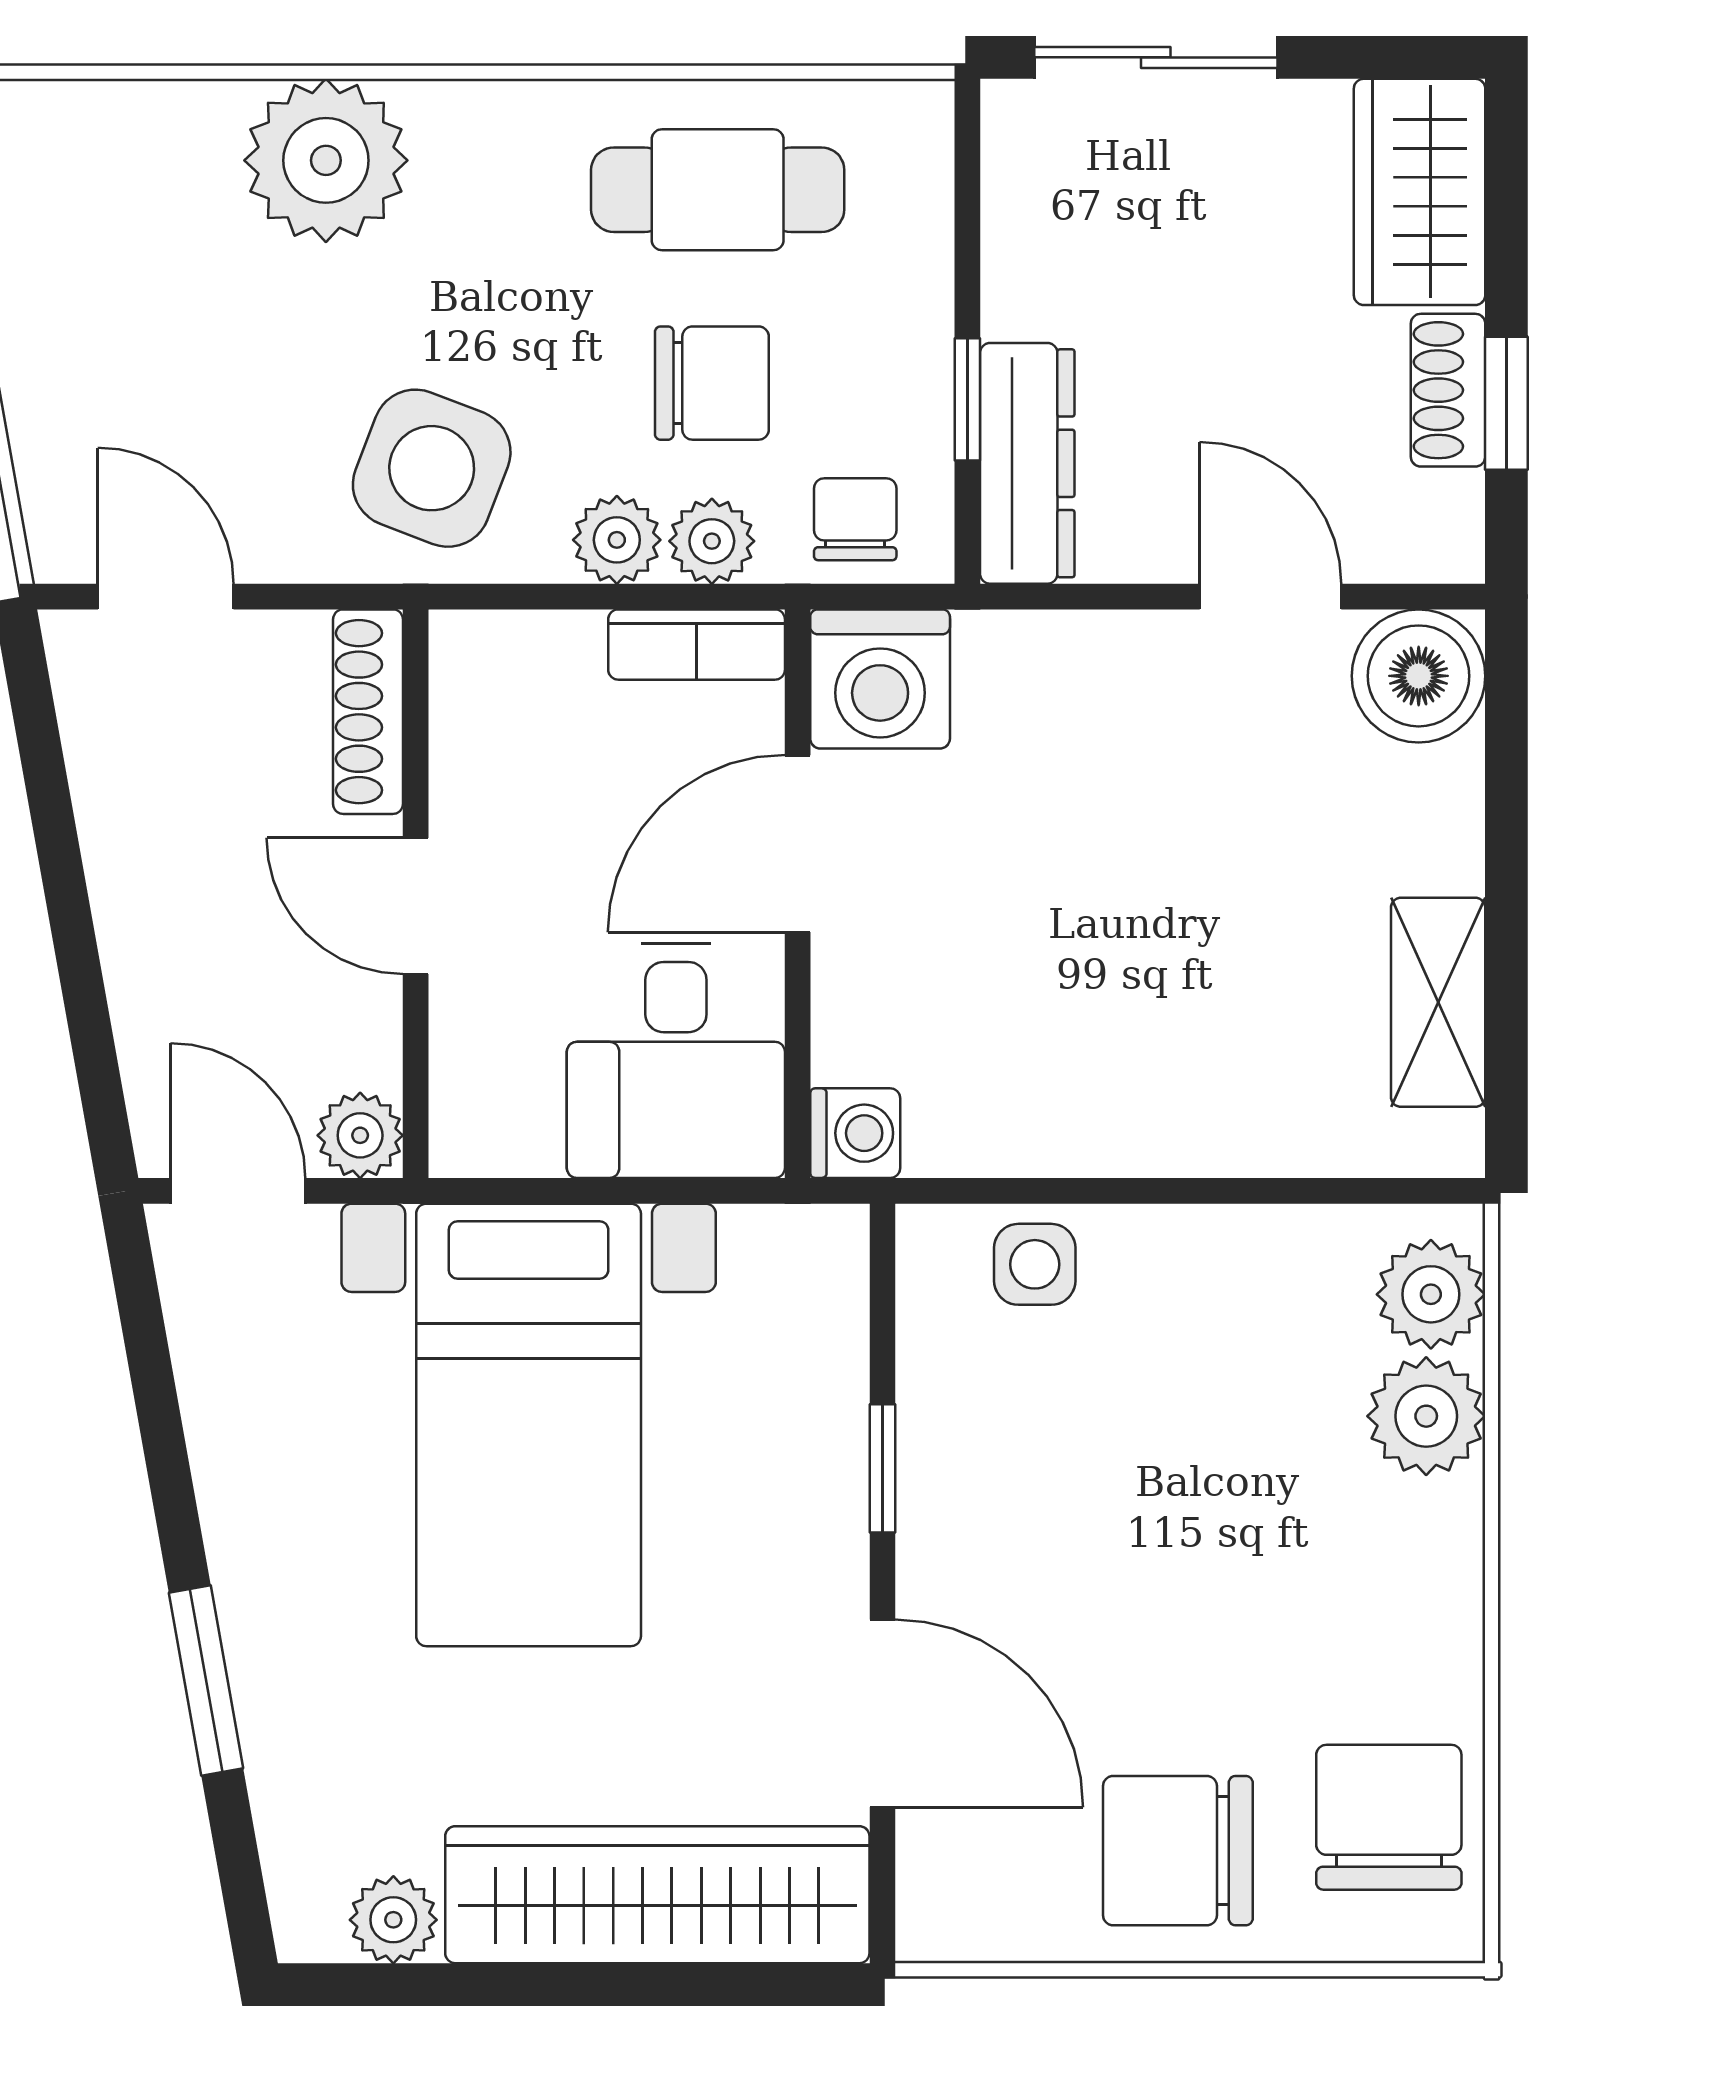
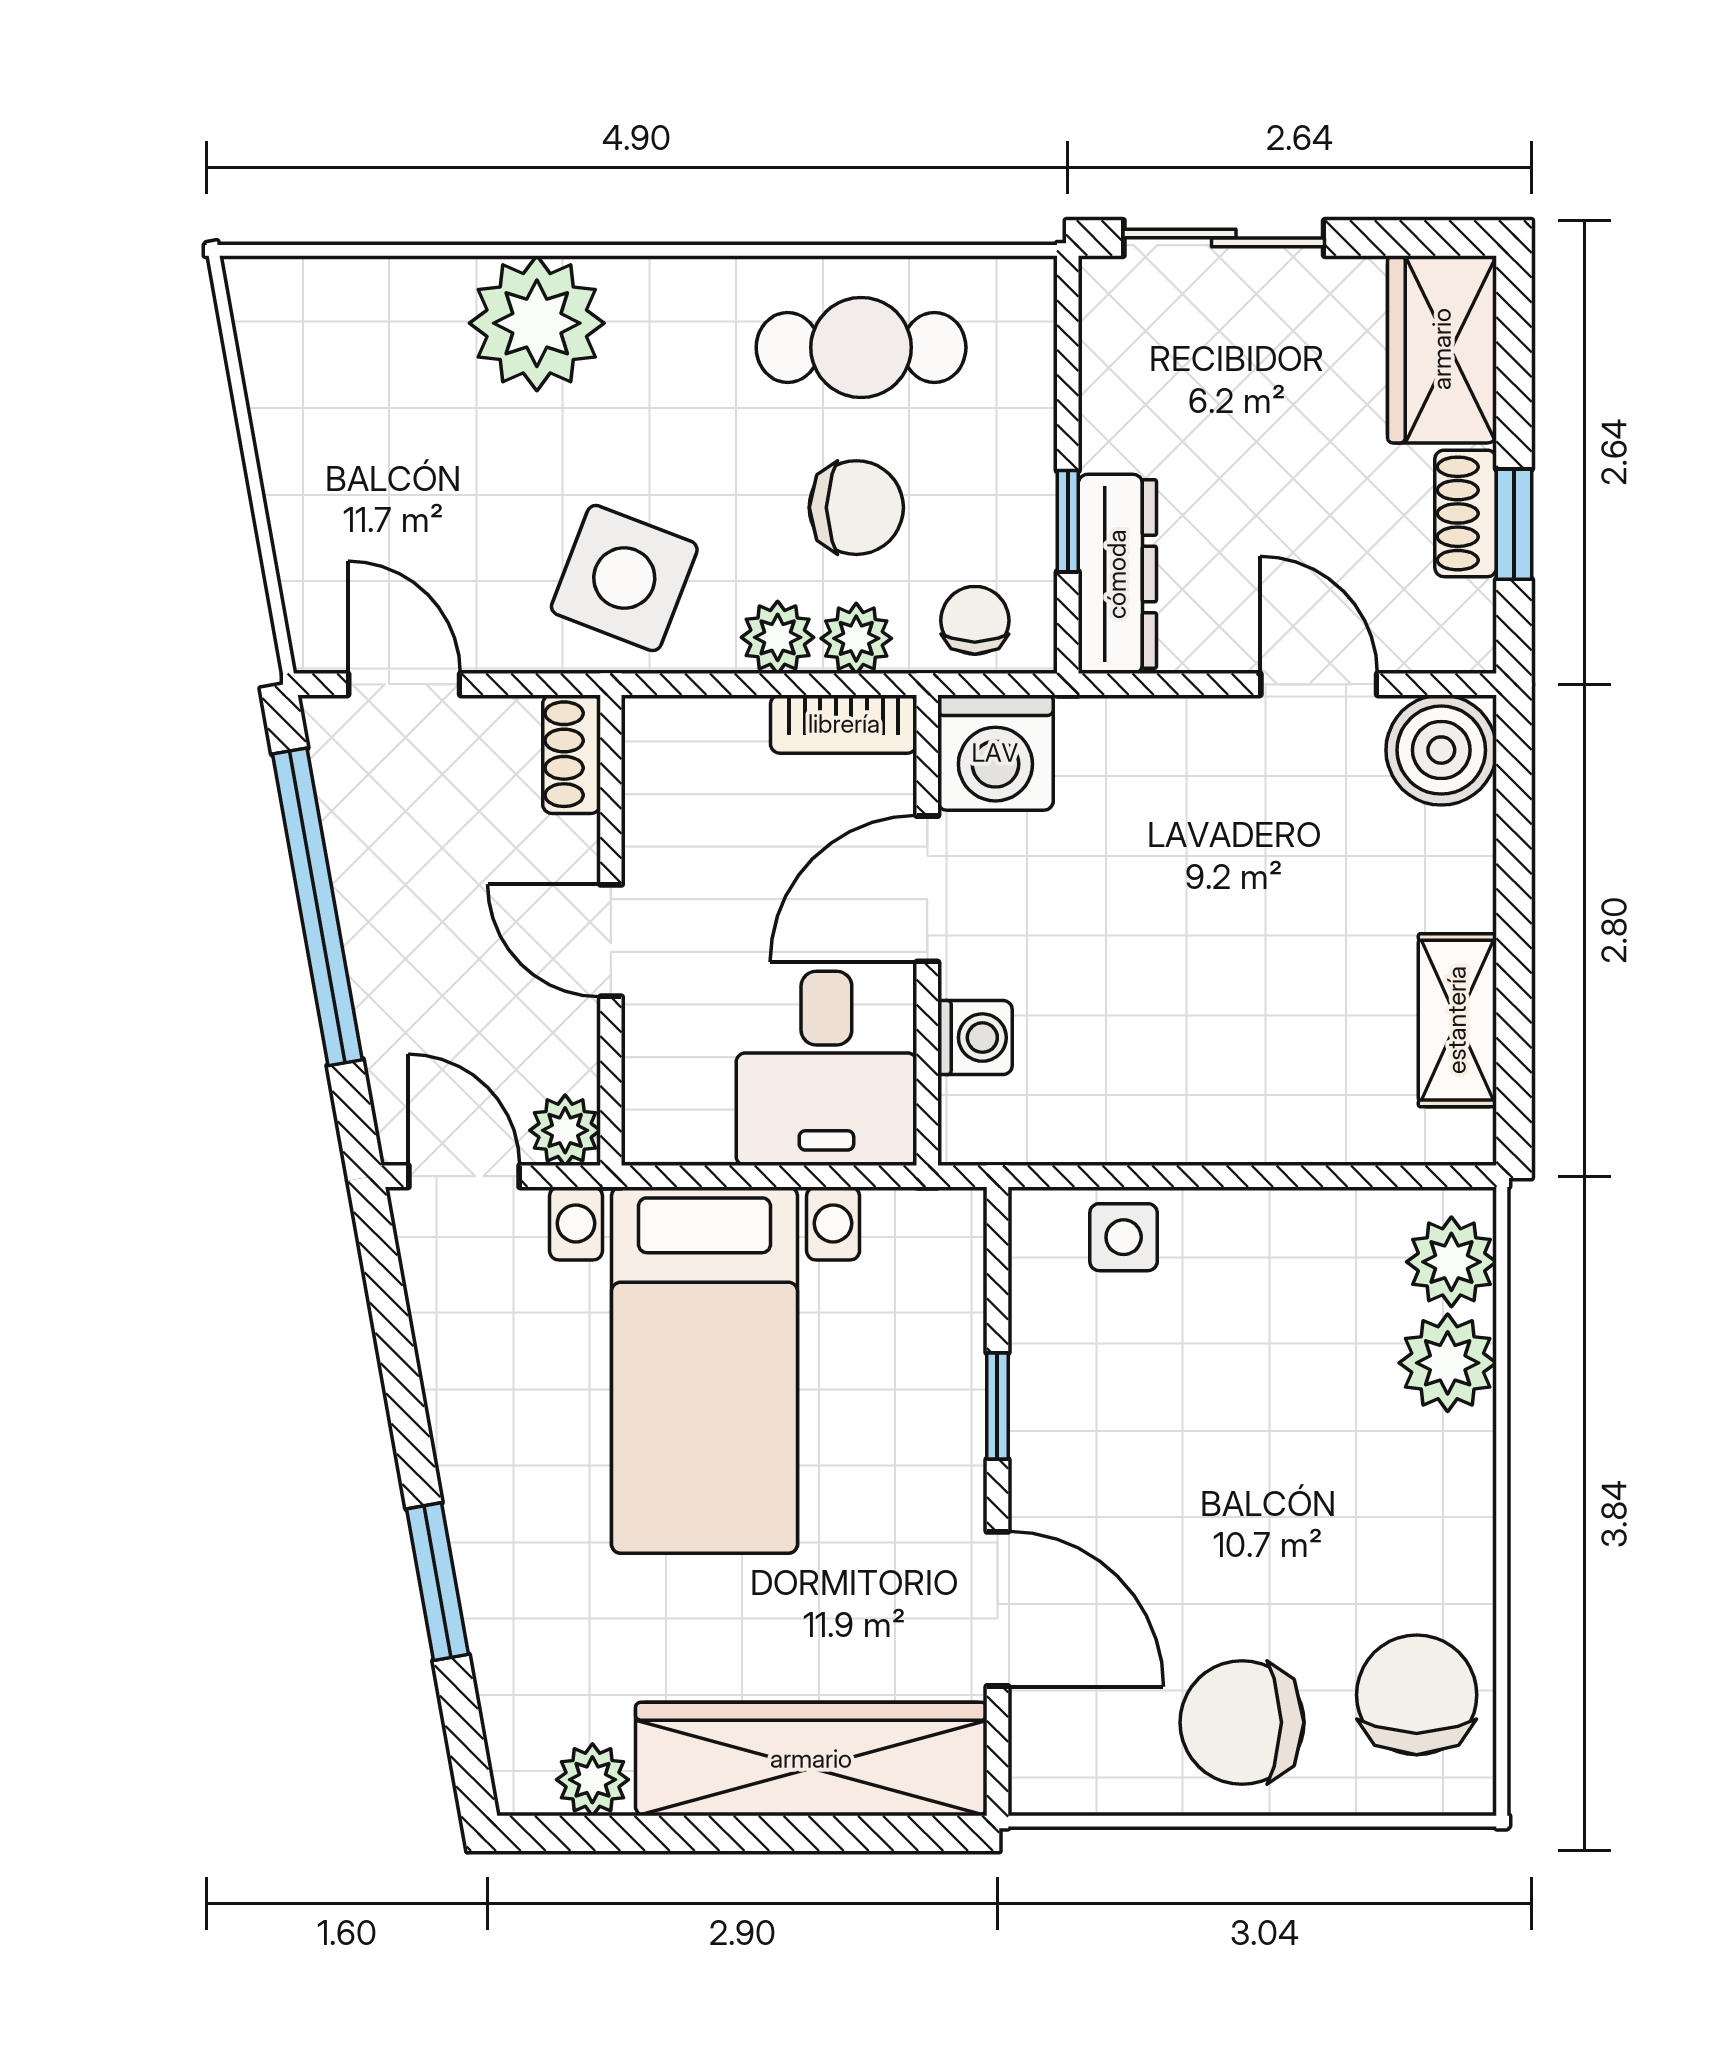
shoe rack: (368, 712) -> (572, 754), width x0.70
window: (61, 865) -> (317, 907), added
washing machine: (855, 1133) -> (975, 1038), moved

